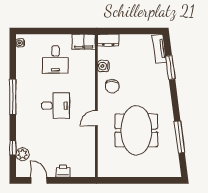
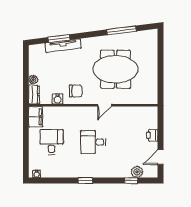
plant: (125, 39) -> (33, 80), added
tv unit: (159, 49) -> (63, 46), moved, width x1.41
desk: (55, 59) -> (52, 142), turned -90
window: (13, 97) -> (85, 181), width x0.46
desk: (55, 106) -> (93, 142), turned -90
door: (96, 118) -> (105, 105), hinge flipped

